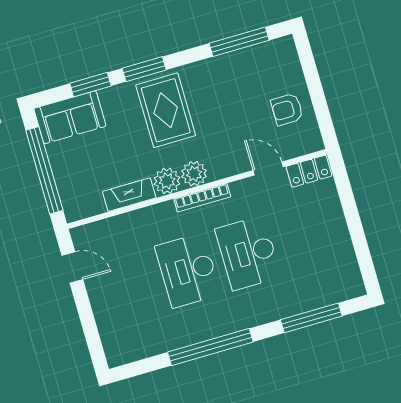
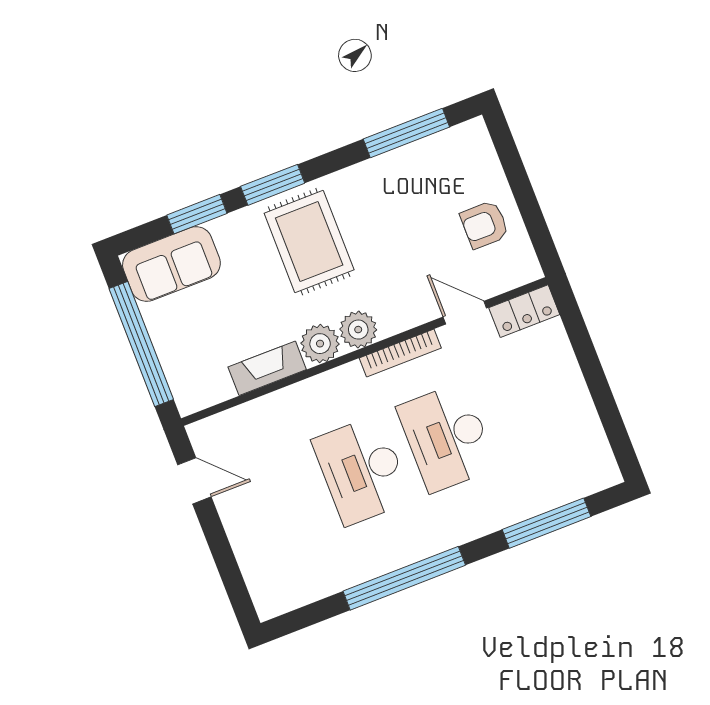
bookcase: (202, 198) -> (400, 353), moved

